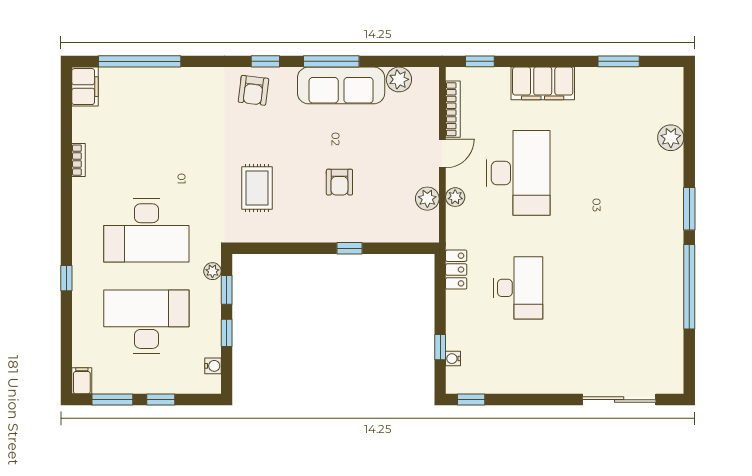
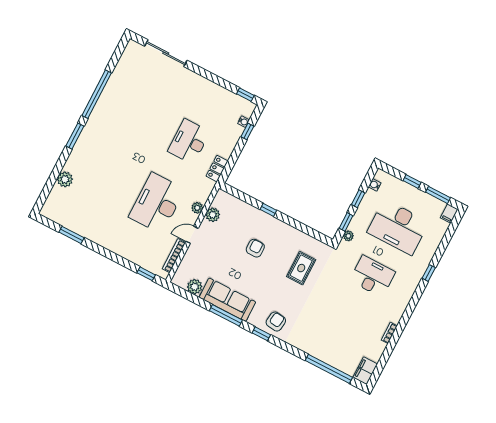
filing cabinet: (543, 83) -> (118, 244), removed
desk: (146, 230) -> (372, 276), width x0.73, depth x0.77

